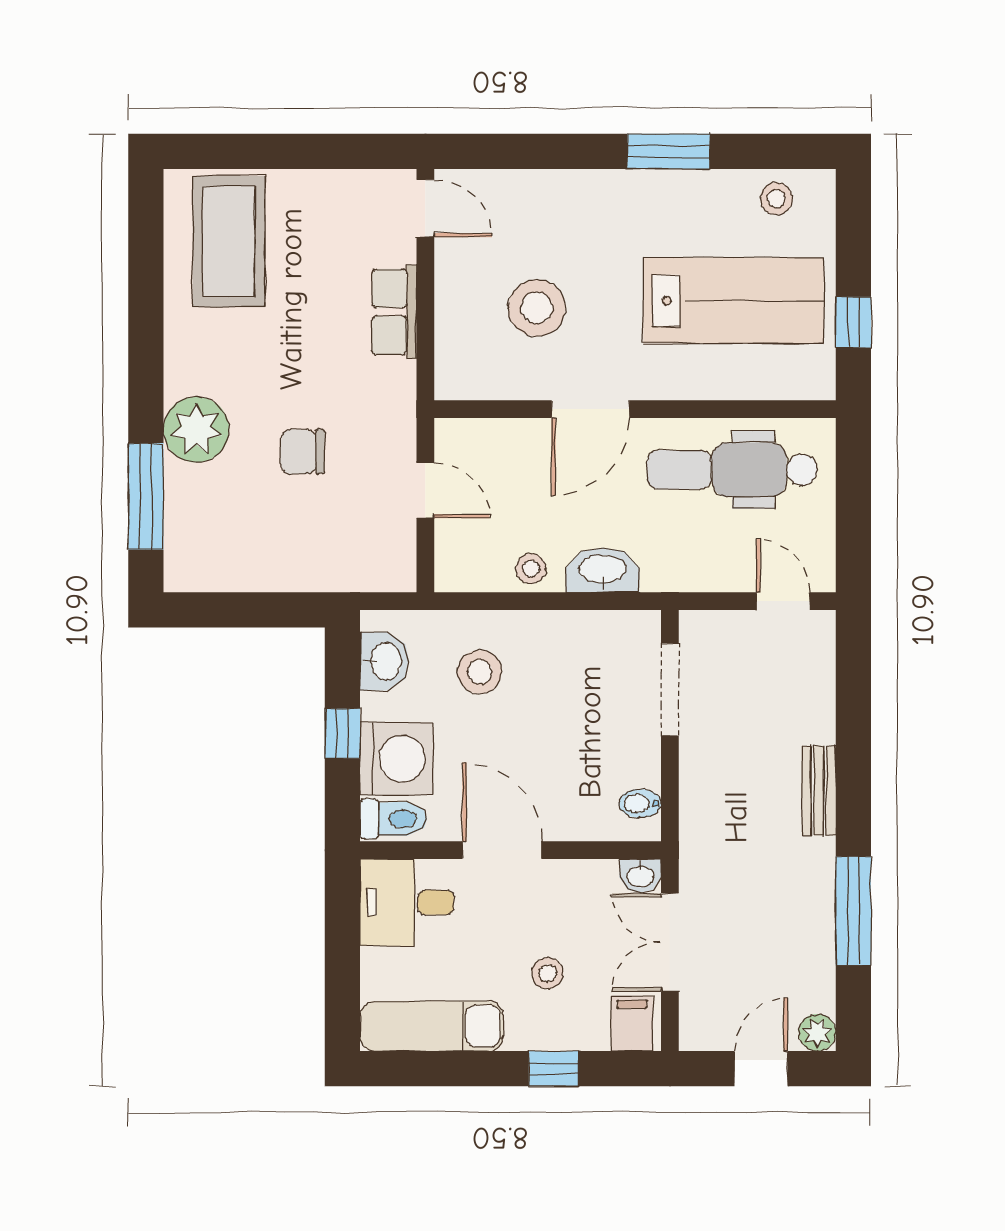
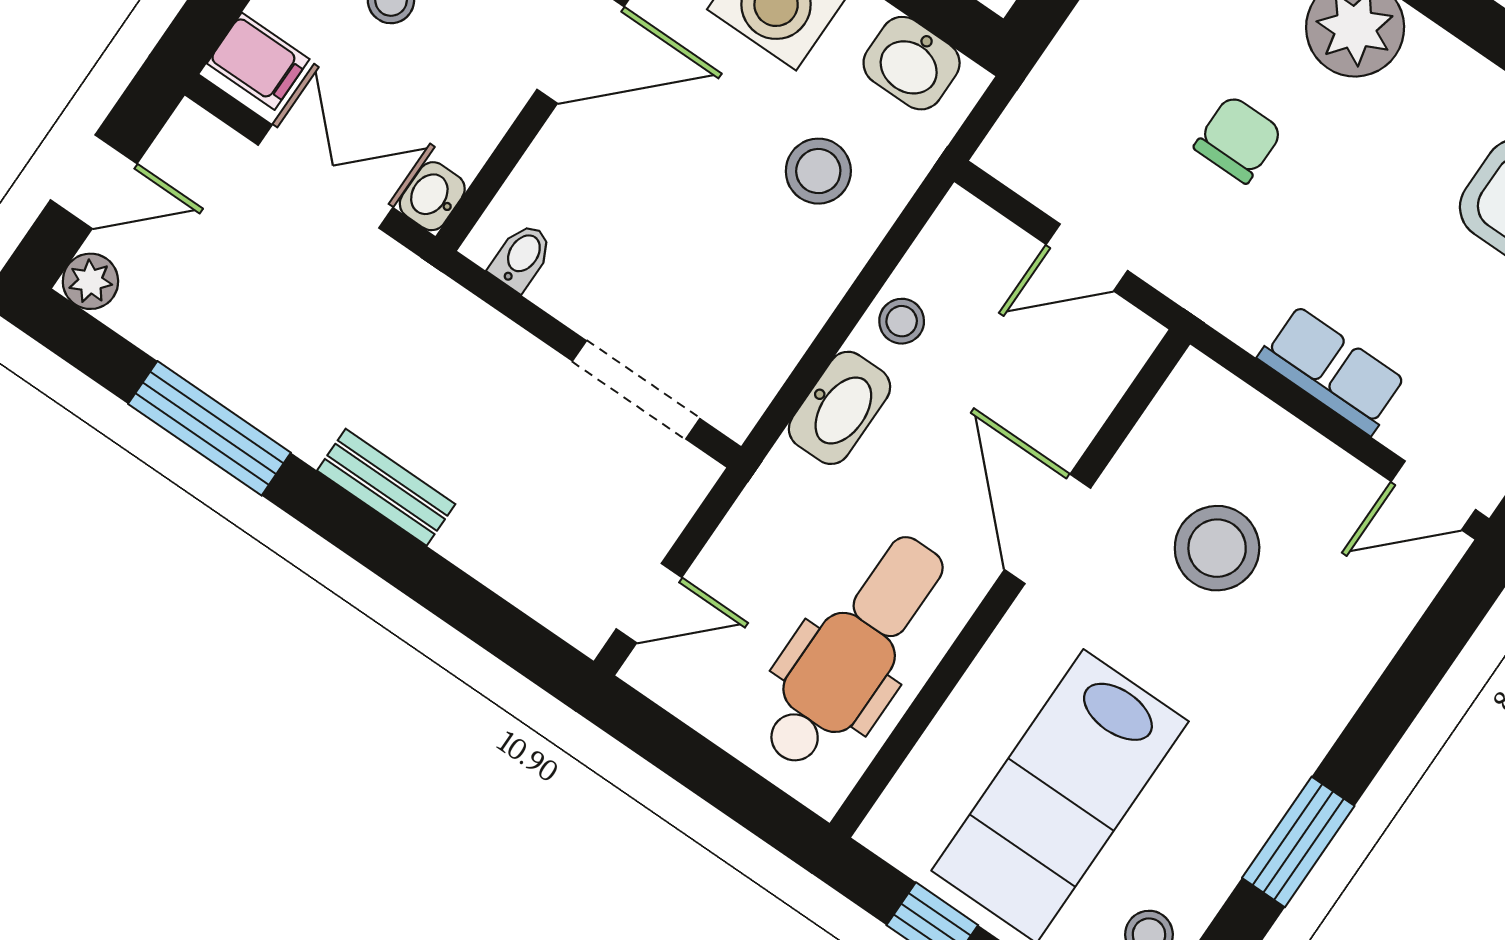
door: (761, 1069) -> (94, 182), hinge flipped

